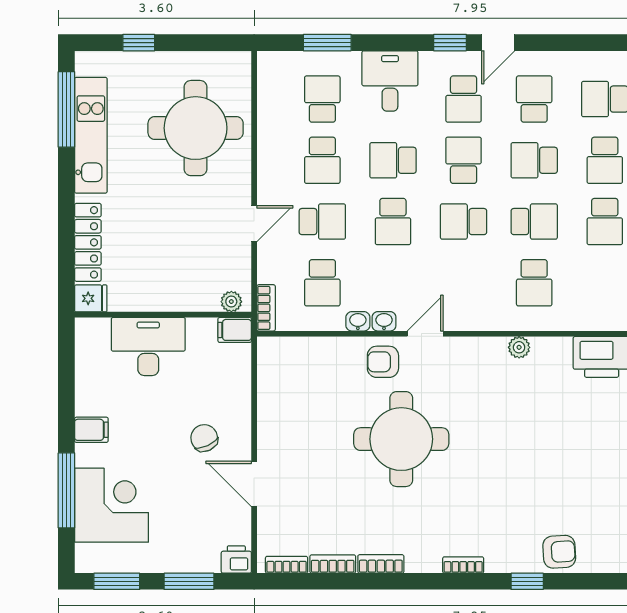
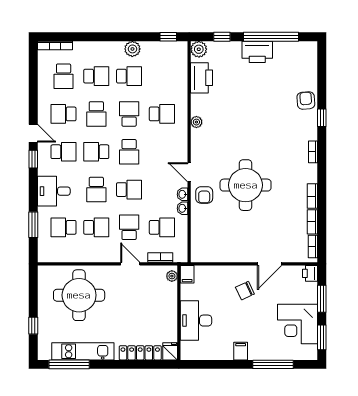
bookcase: (266, 308) -> (160, 257), moved
corner desk: (111, 505) -> (298, 324), moved, turned -90

